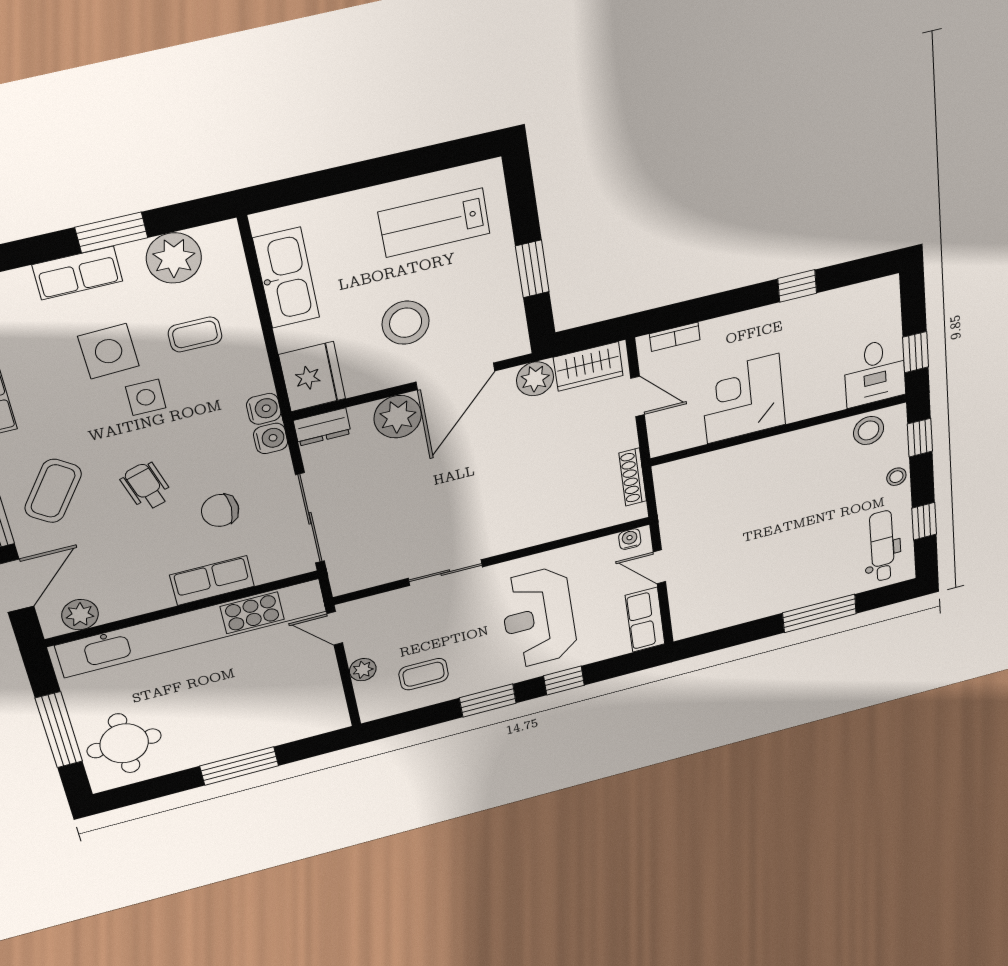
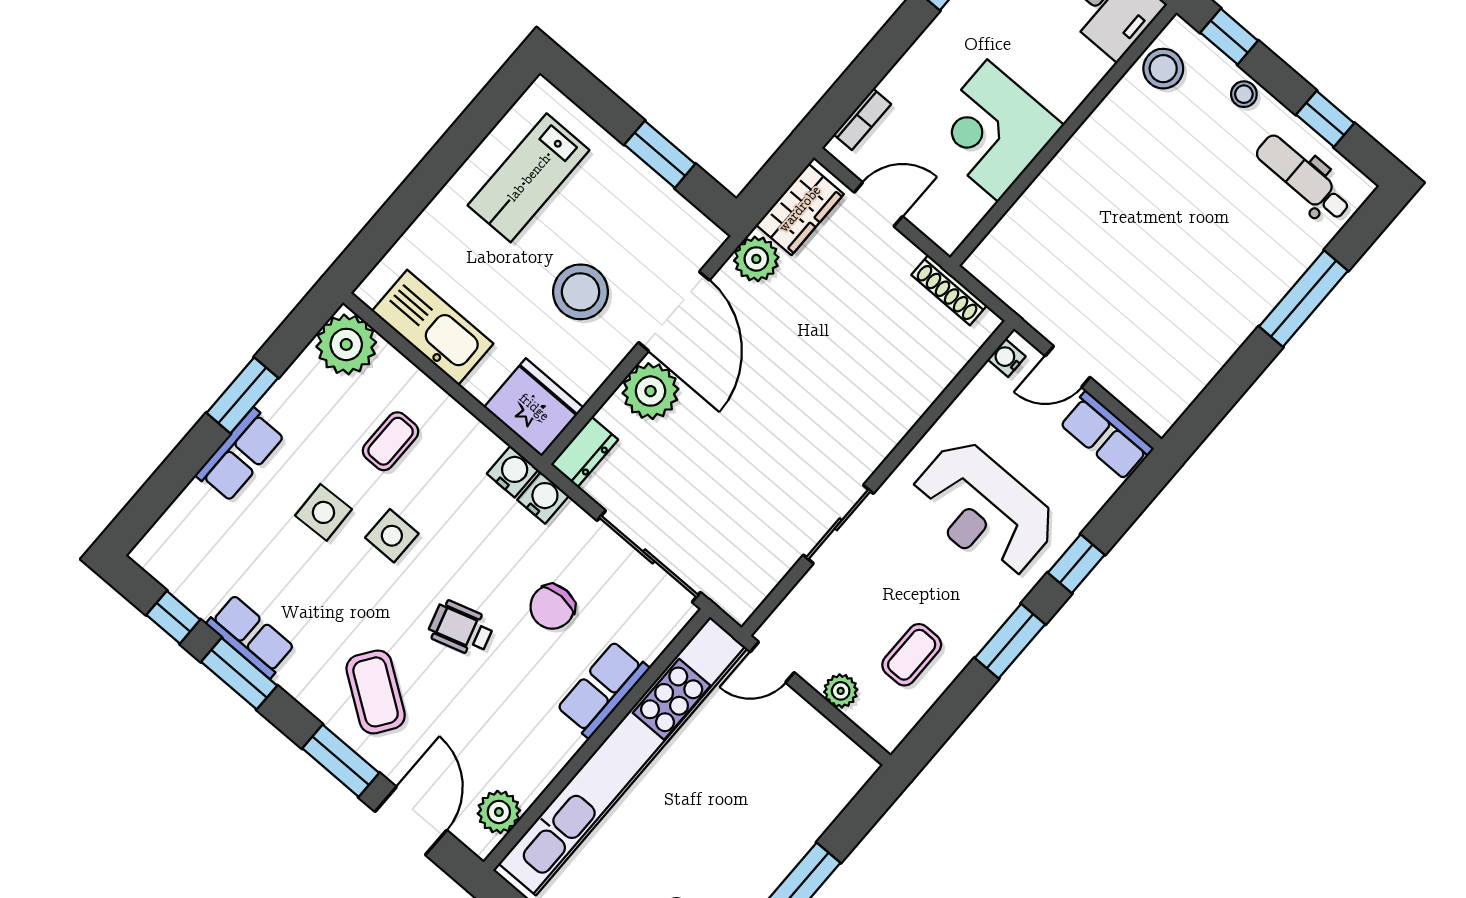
plant: (174, 258) -> (346, 344), moved
side table: (109, 351) -> (323, 512), width x0.73, depth x0.73

